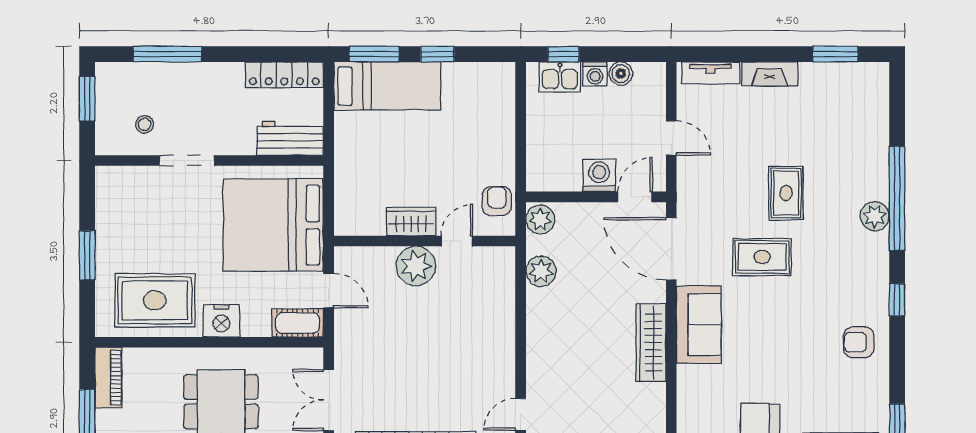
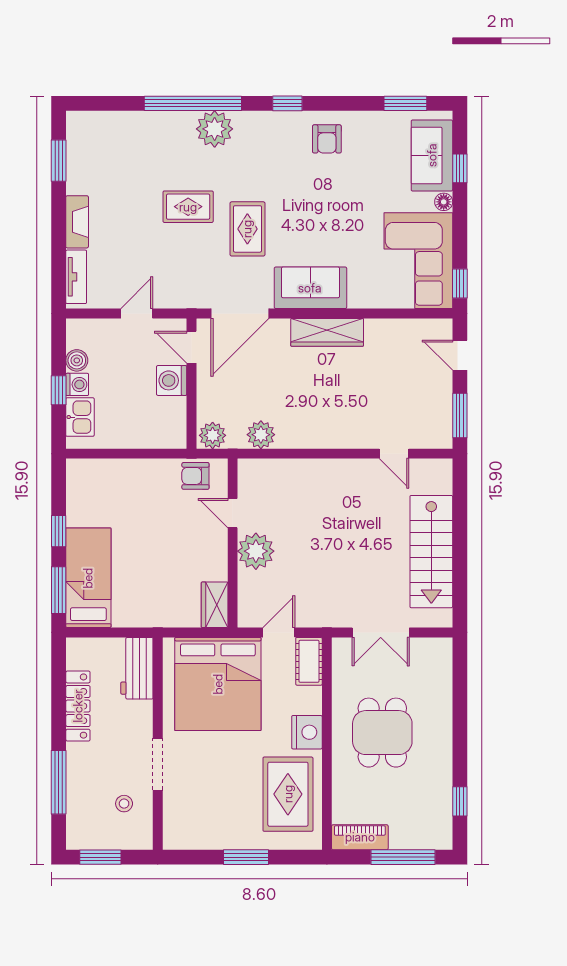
window: (564, 54) -> (59, 390), moved
locker: (284, 75) -> (78, 706), moved
plant: (875, 216) -> (215, 129), width x1.36, depth x1.36
wardrobe: (411, 222) -> (215, 605), moved

